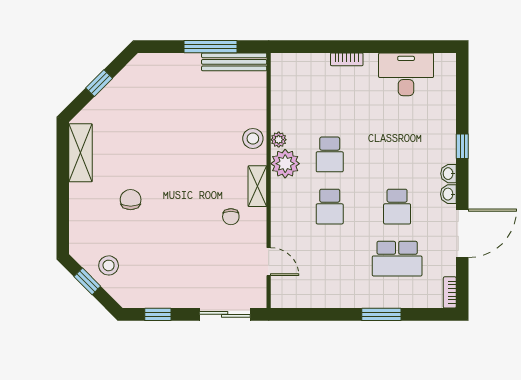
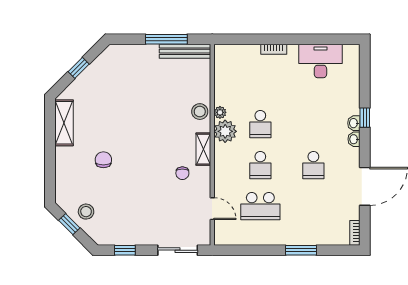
washbasin: (448, 194) -> (354, 123), moved
school desk: (397, 259) -> (260, 206), moved

